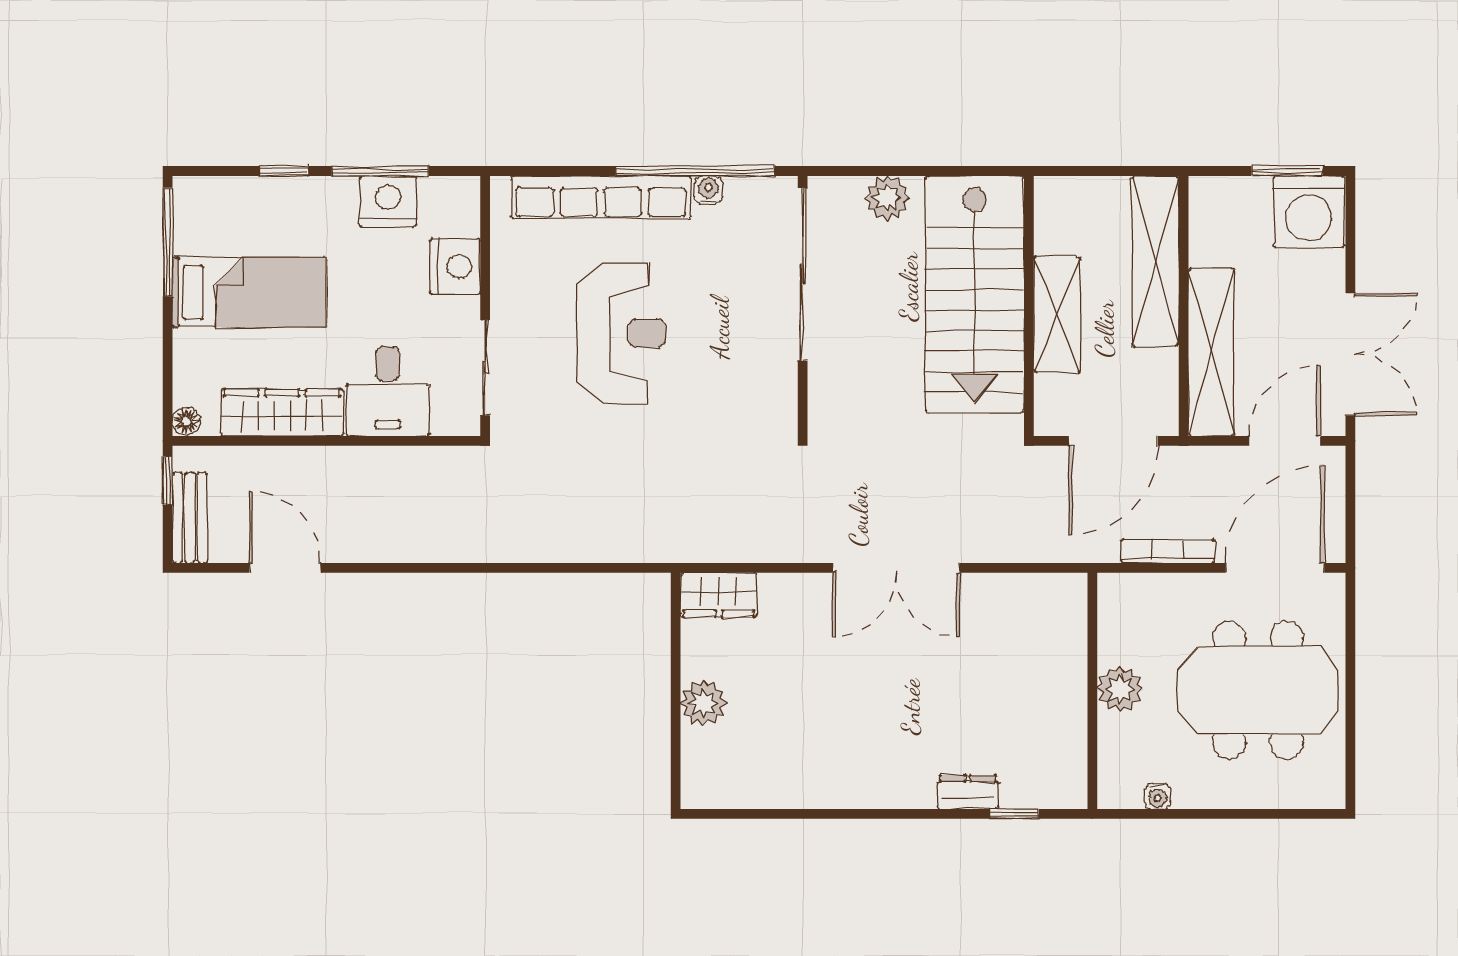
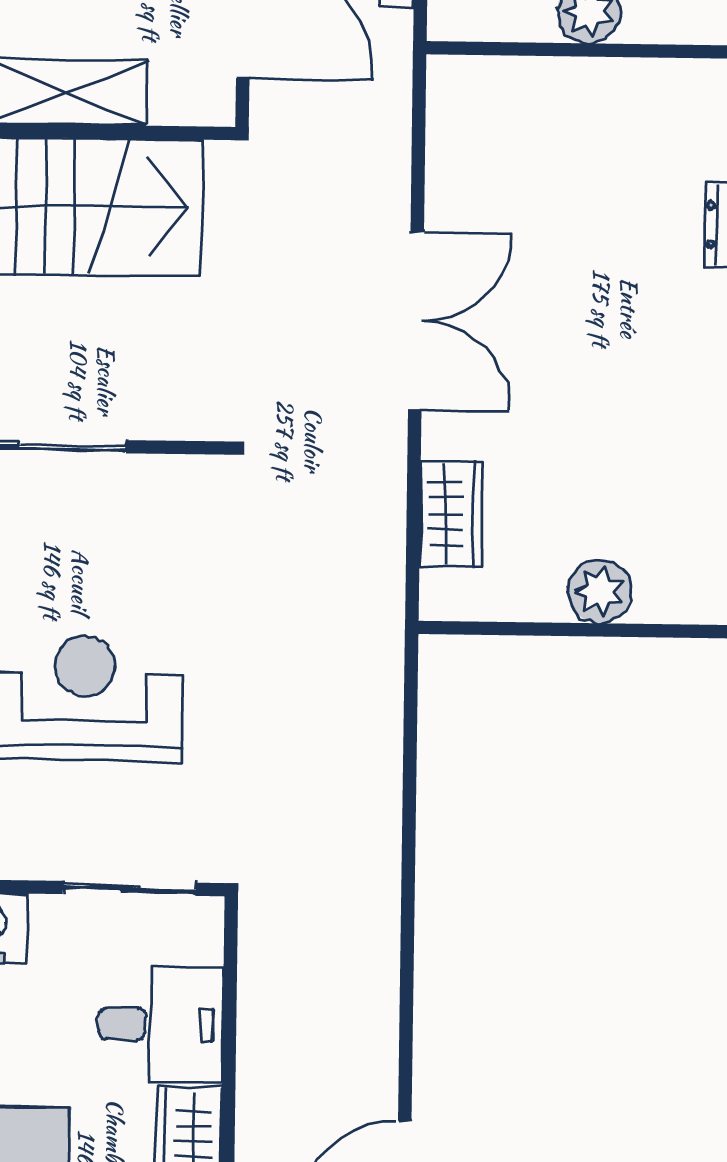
wardrobe: (719, 595) -> (451, 514), moved

